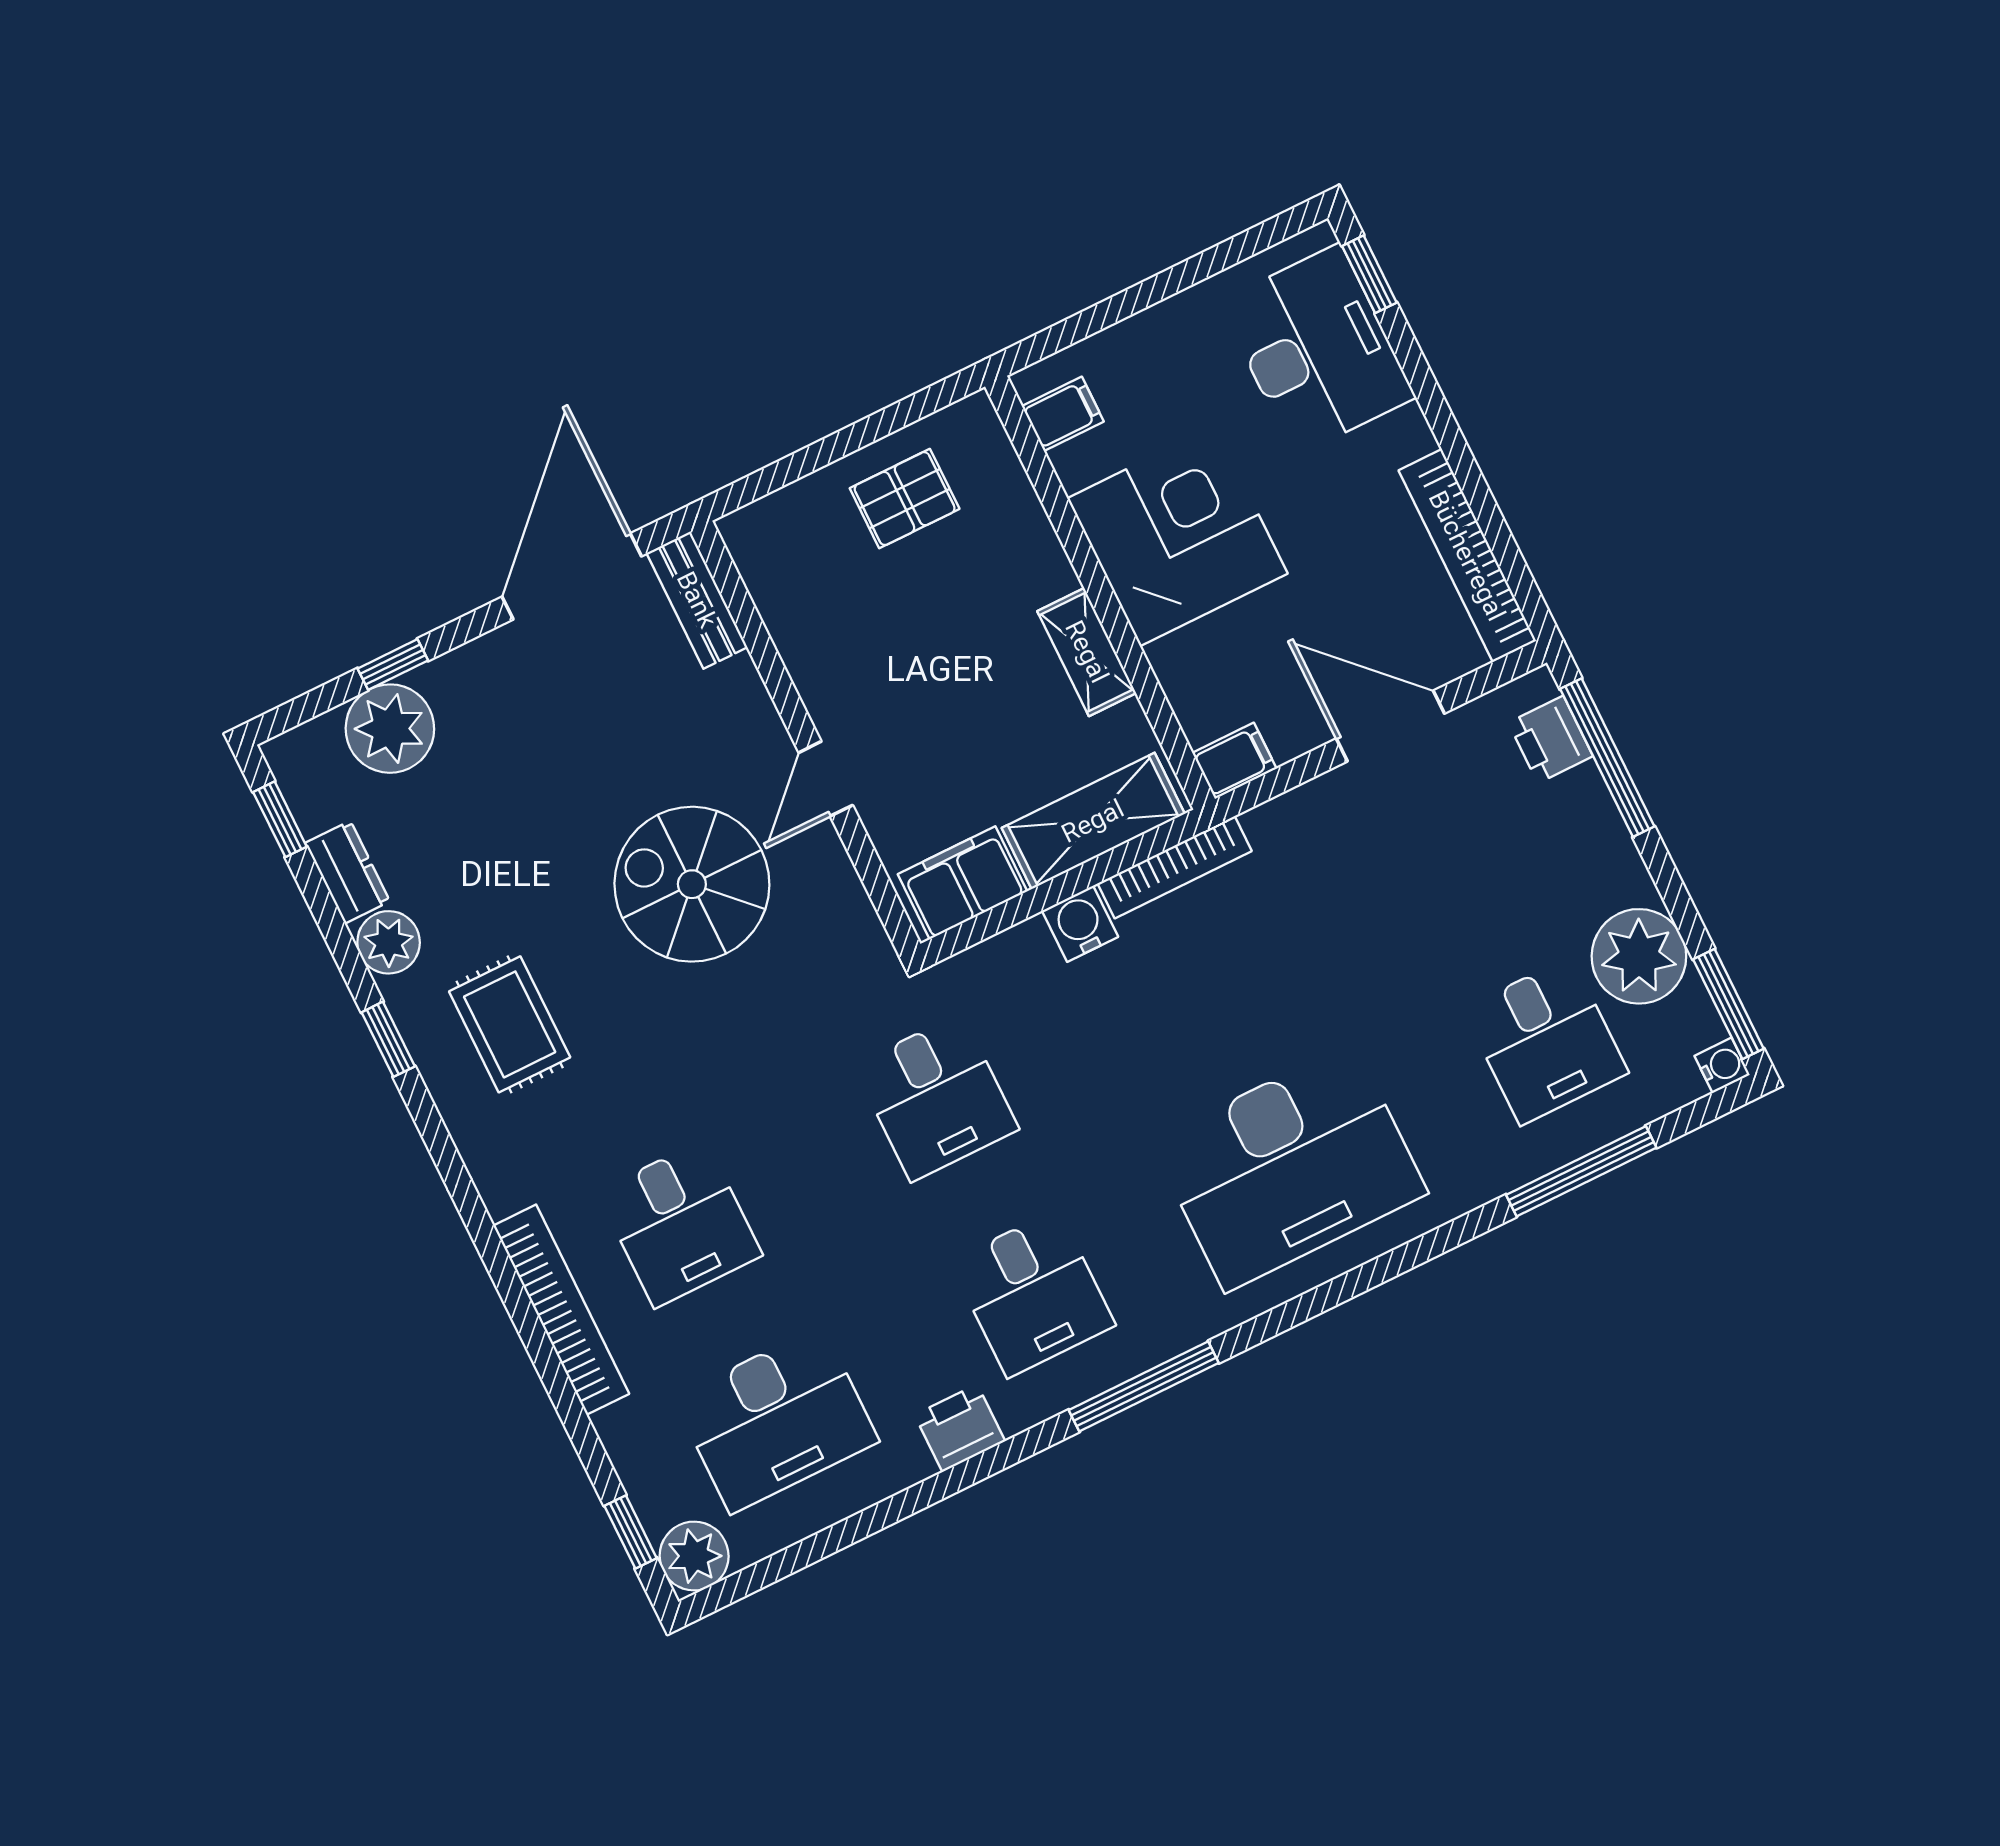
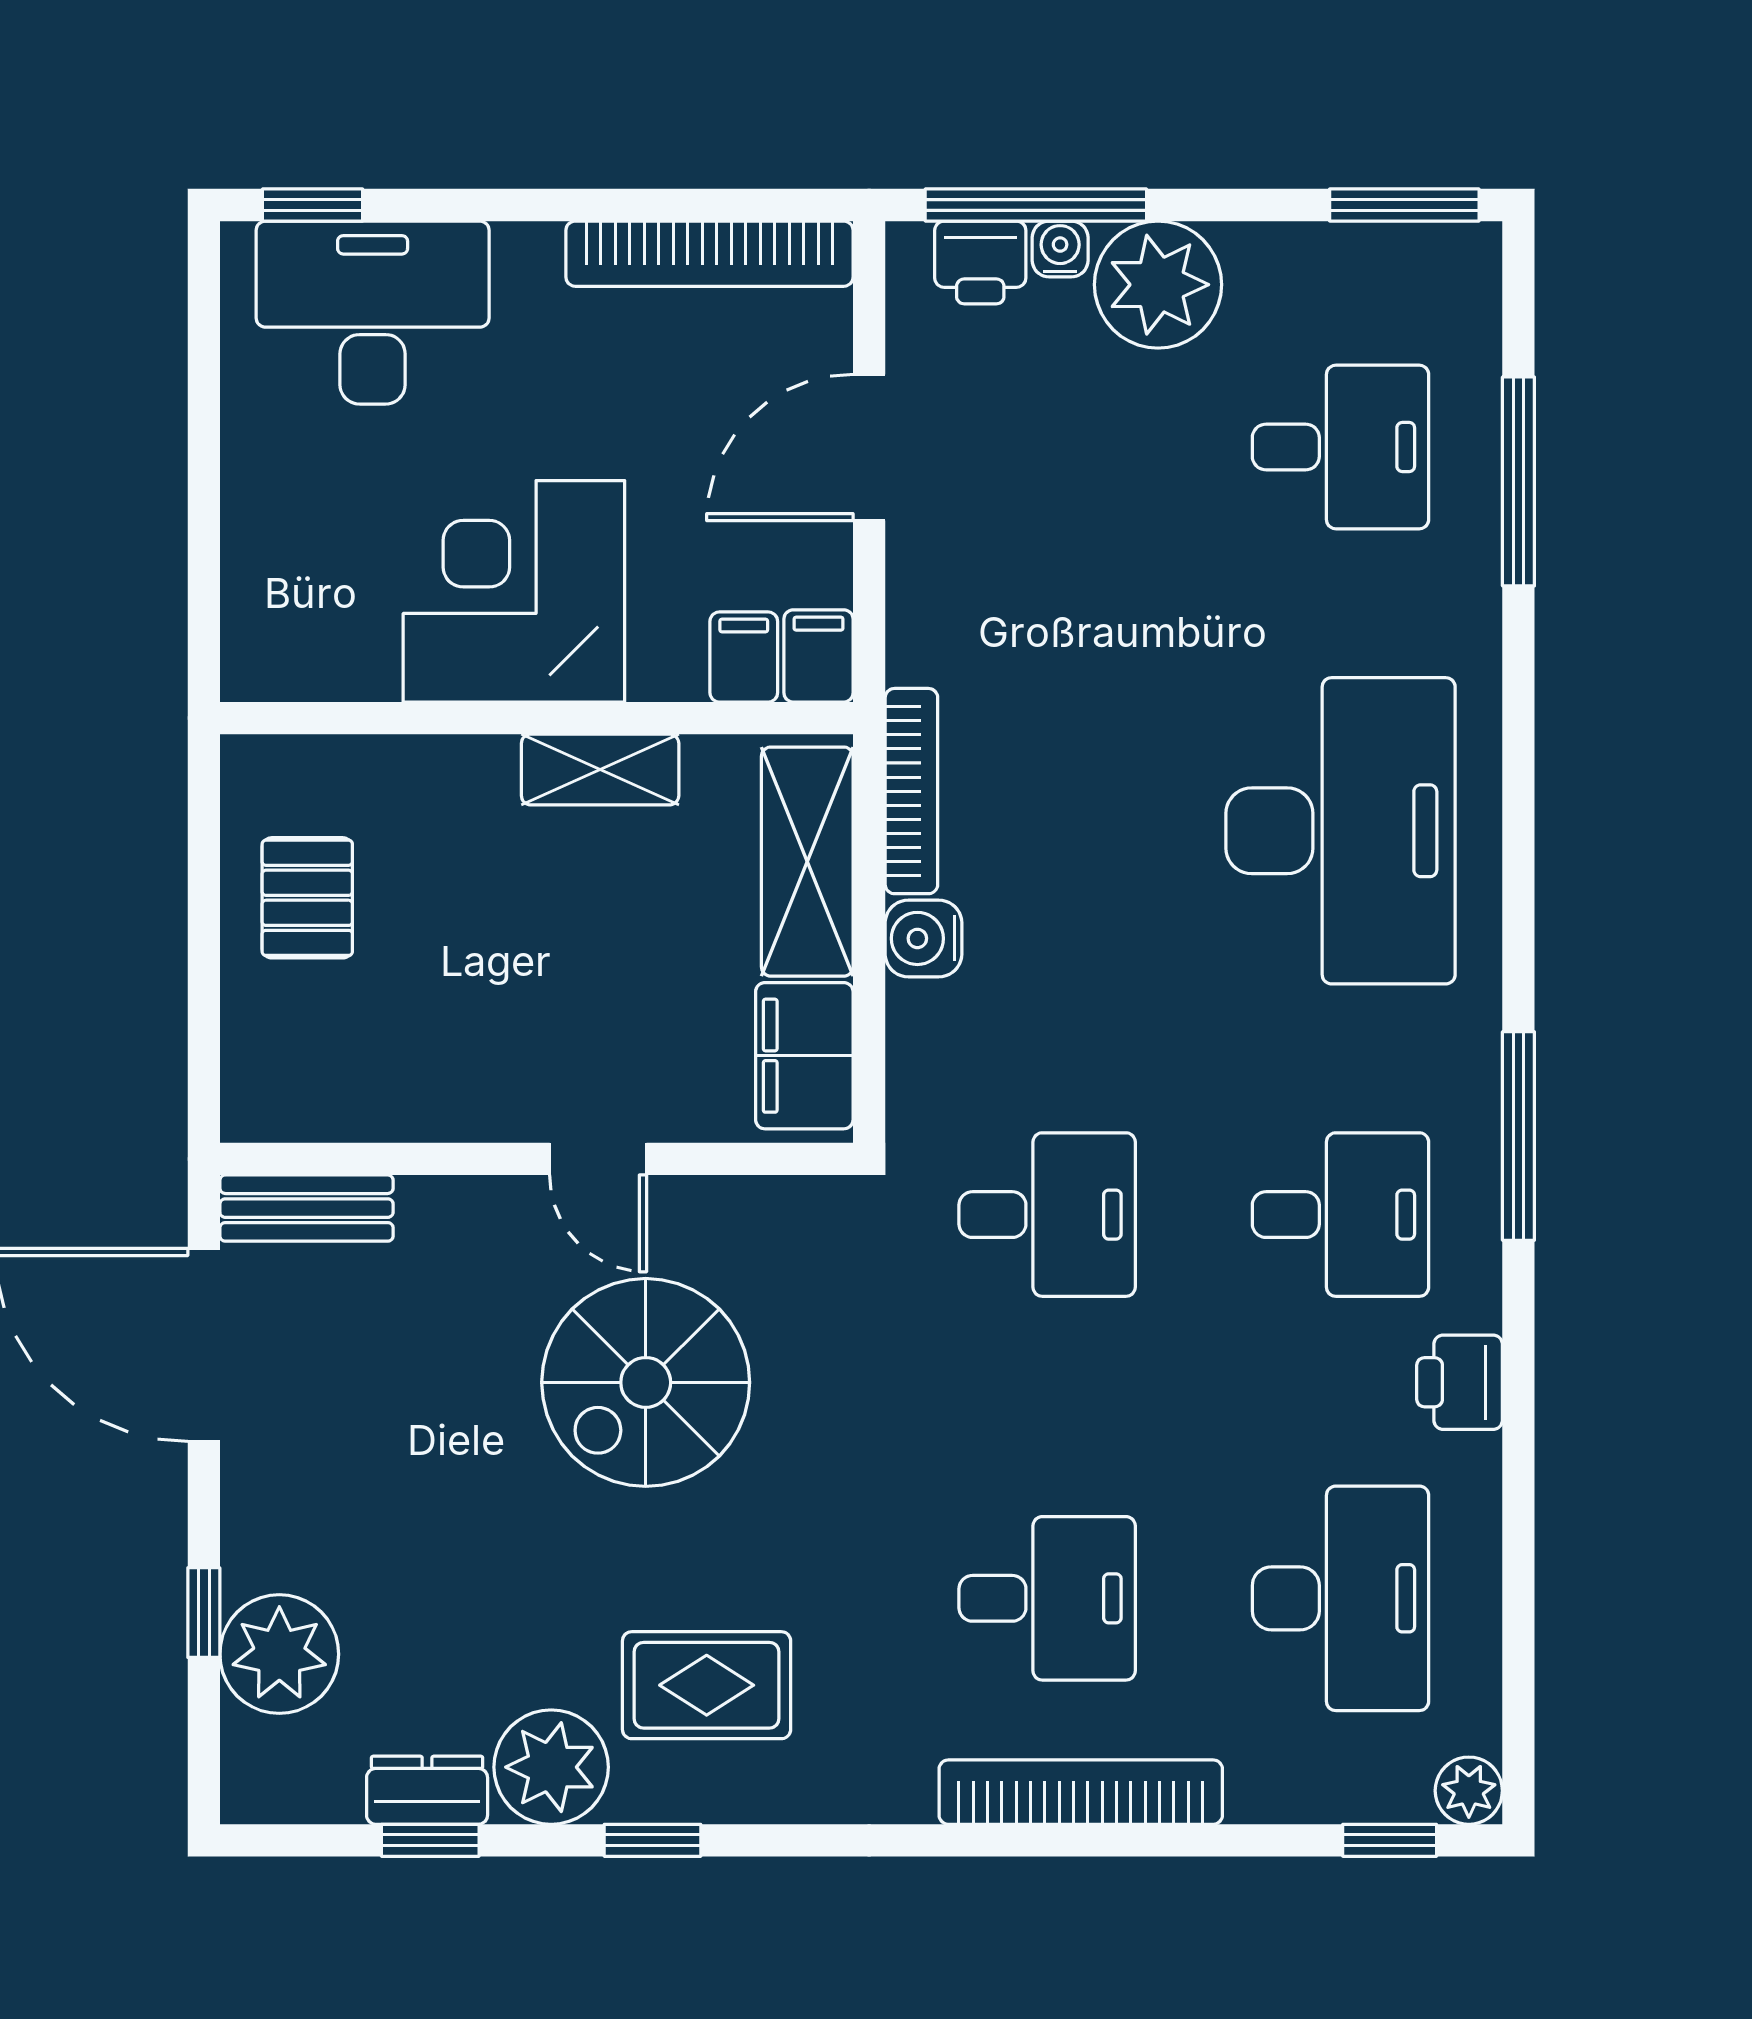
filing cabinet: (1063, 414) -> (744, 657), moved
window: (280, 819) -> (430, 1840), moved
plant: (389, 942) -> (551, 1767), width x1.36, depth x1.36
plant: (1639, 956) -> (1158, 285), moved
water cooler: (1722, 1065) -> (1060, 249), moved
plant: (694, 1556) -> (1469, 1791), width x0.73, depth x0.73

